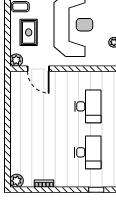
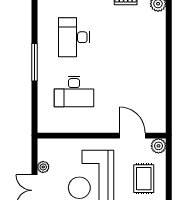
desk: (88, 106) -> (74, 91), turned -90

